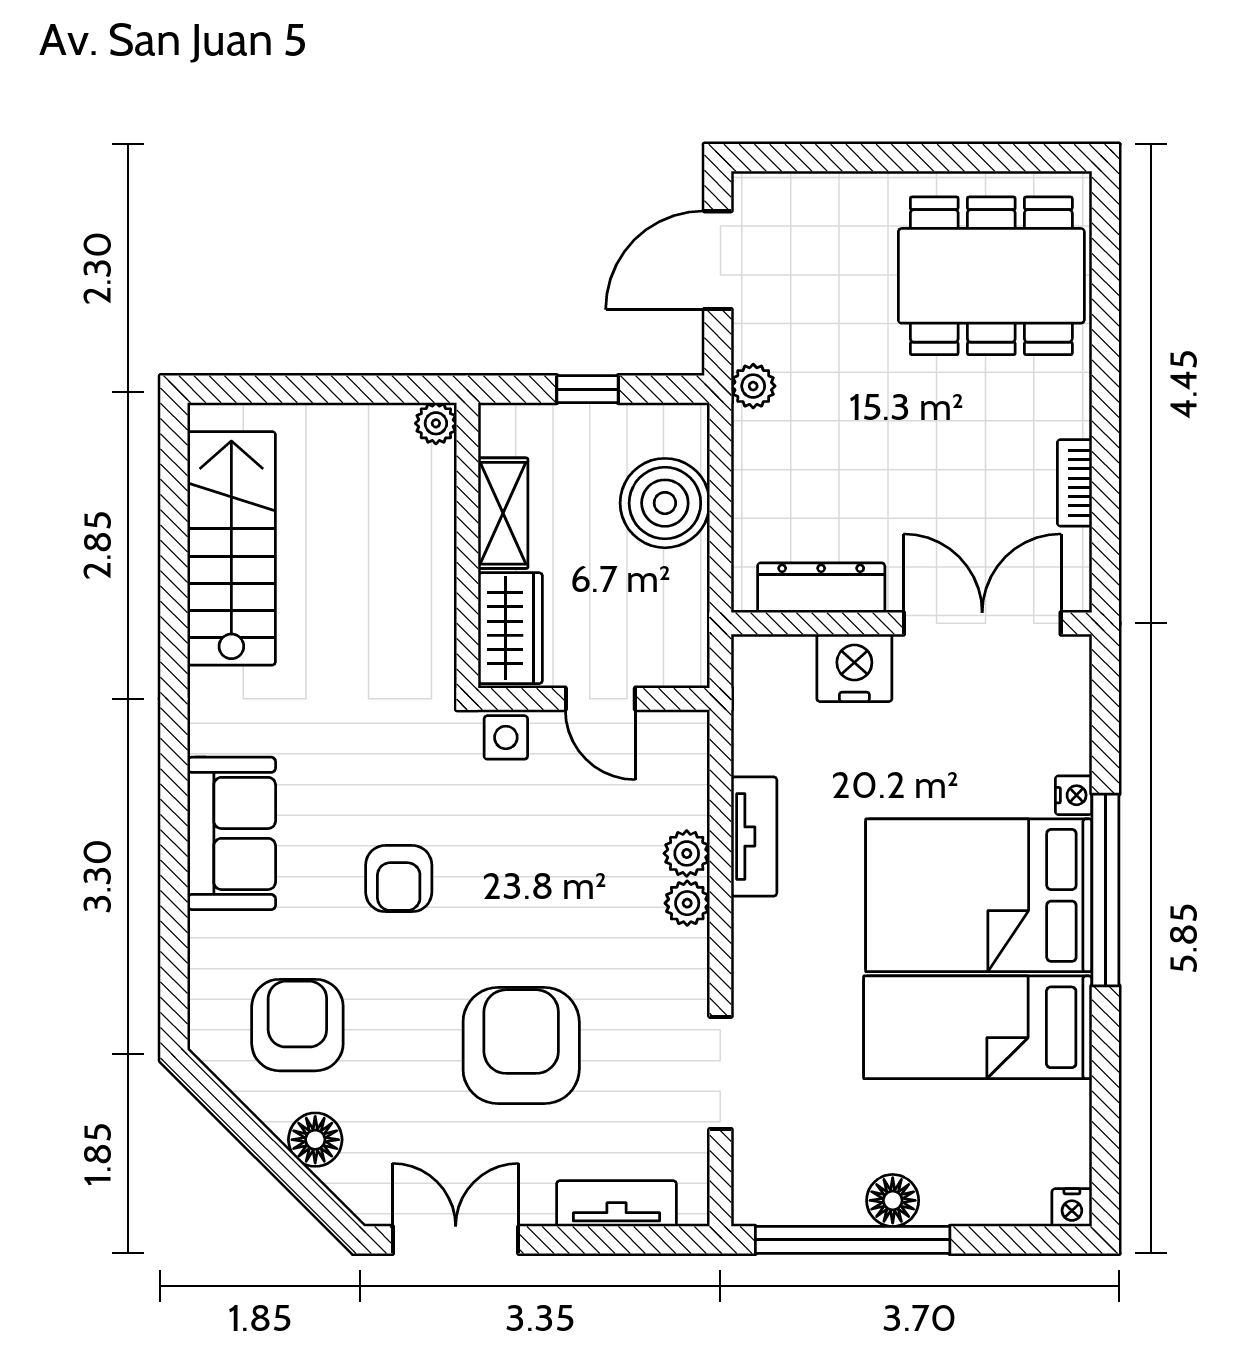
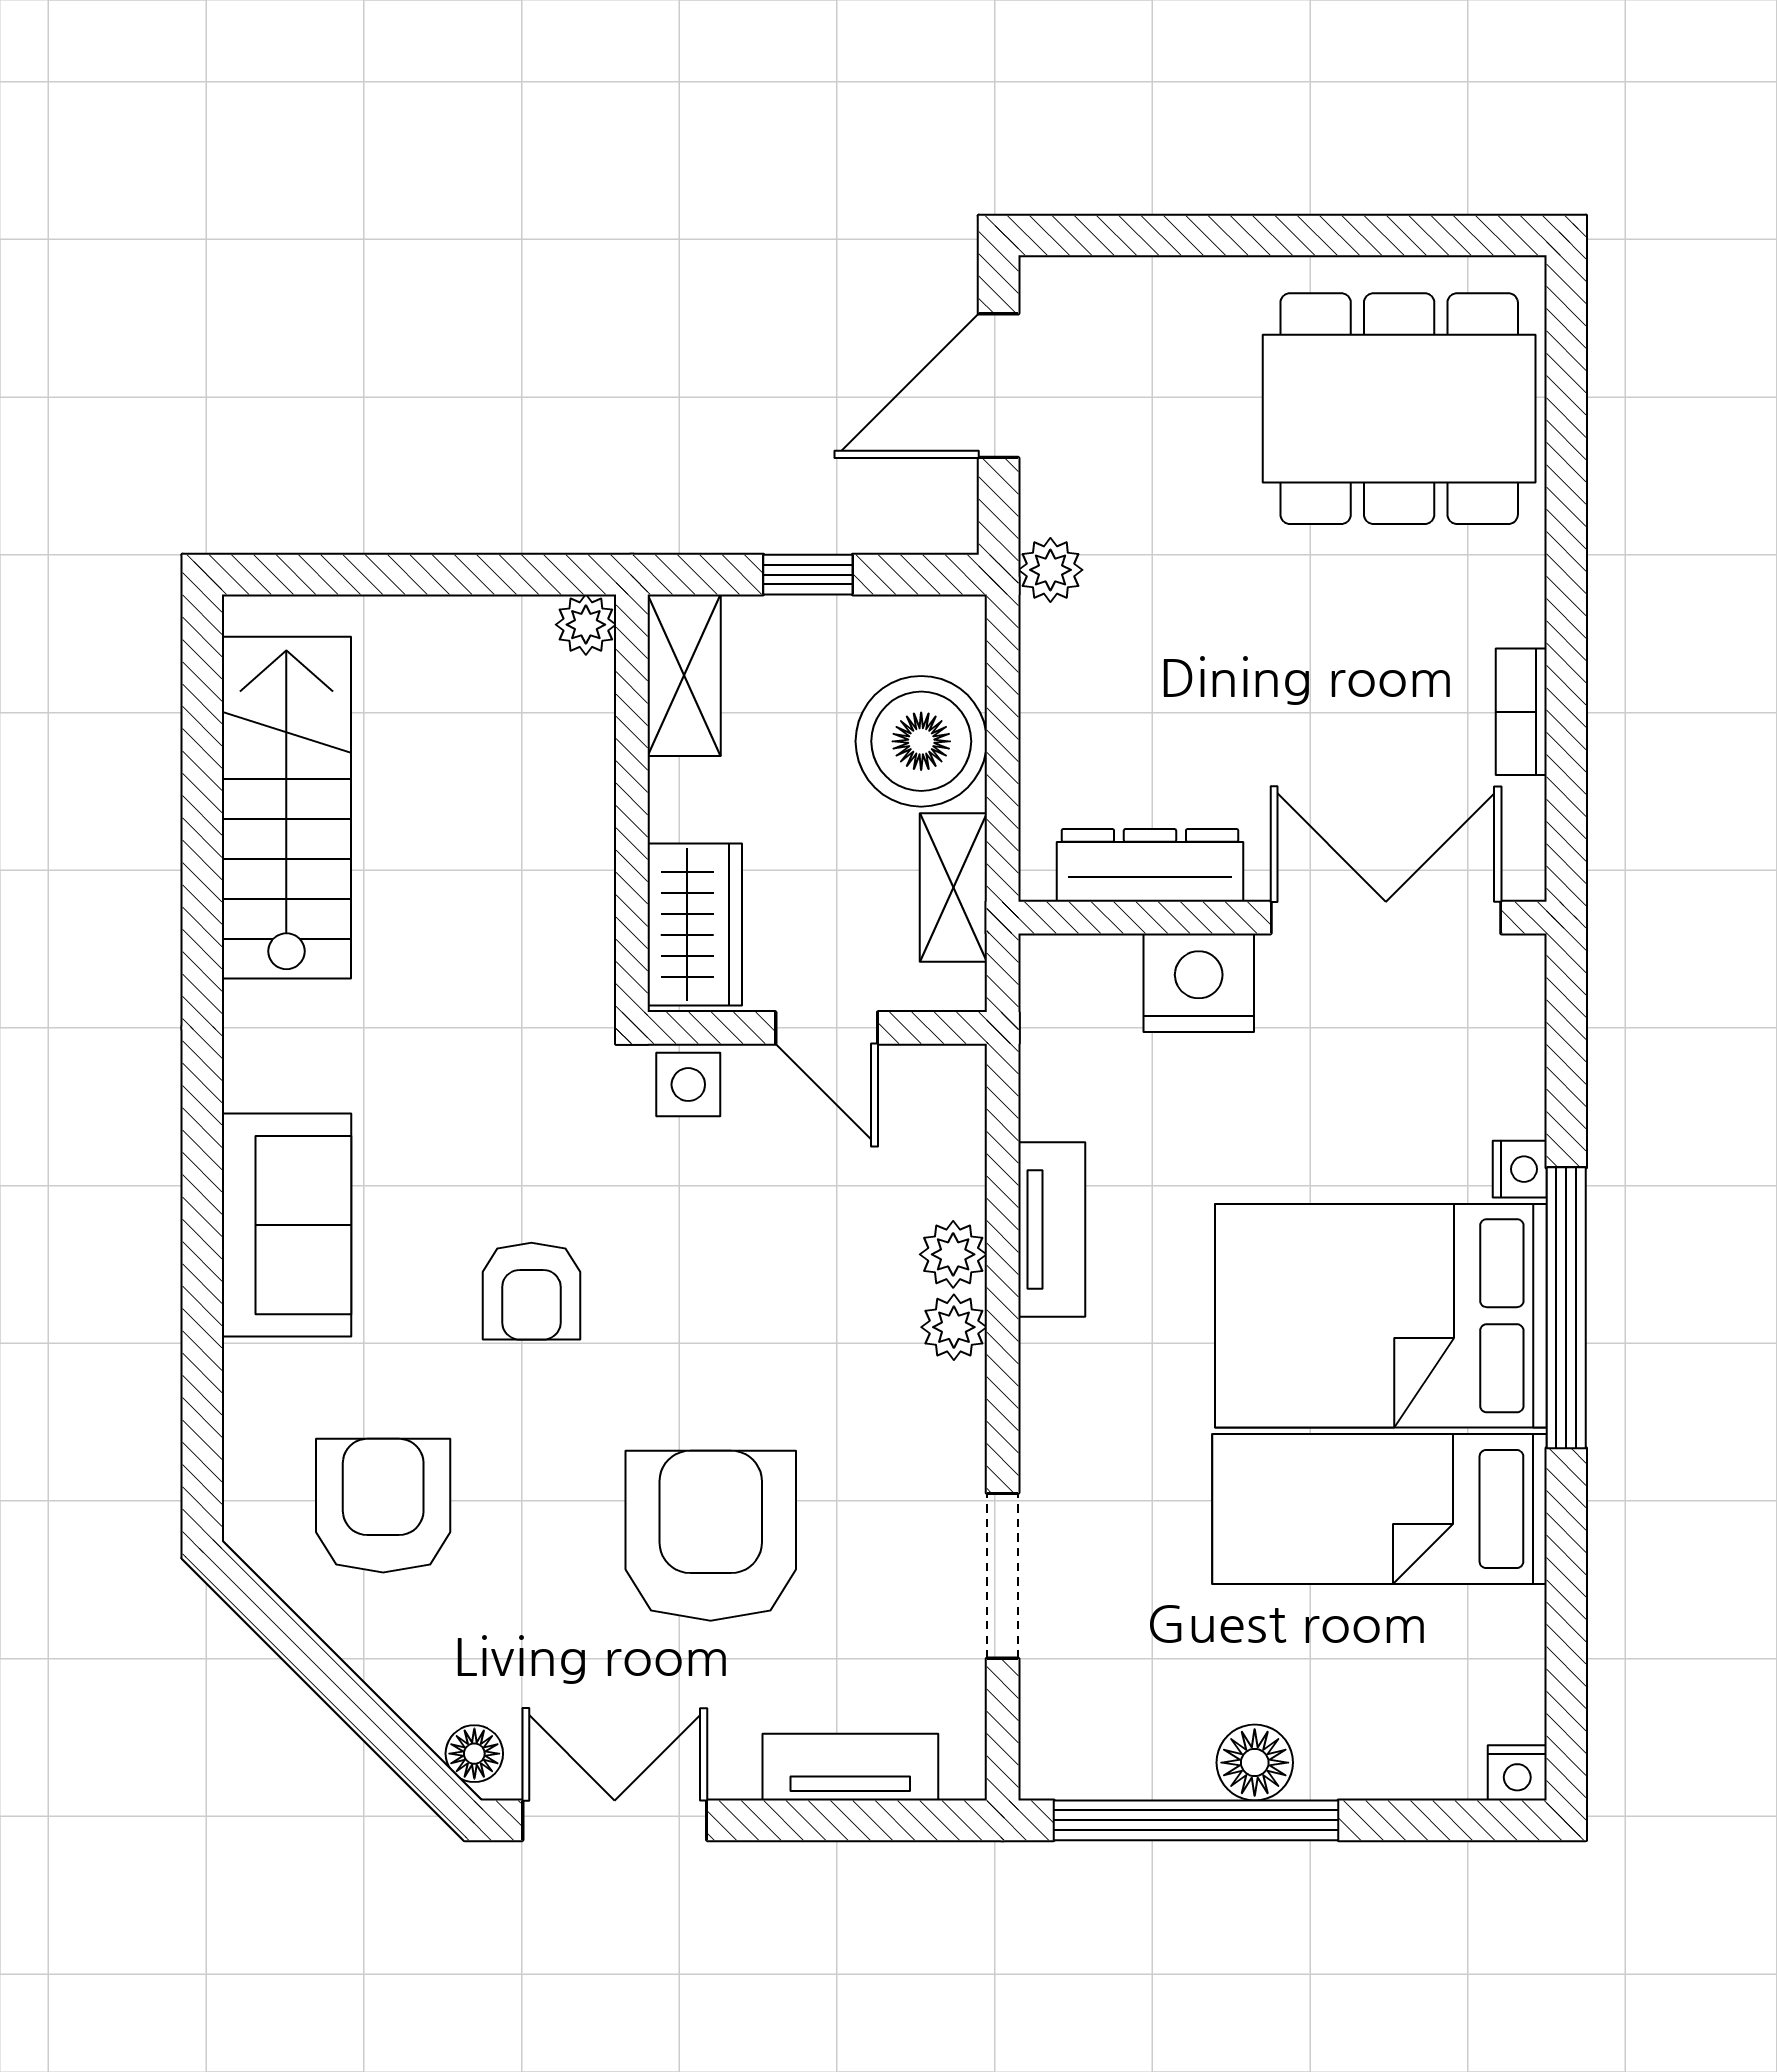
shelving: (503, 513) -> (684, 675), moved
shelving: (687, 603) -> (953, 887), added
floor lamp: (315, 1140) -> (474, 1754), moved, width x0.73, depth x0.73

